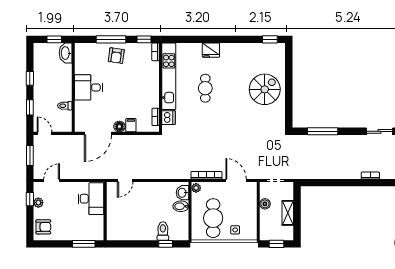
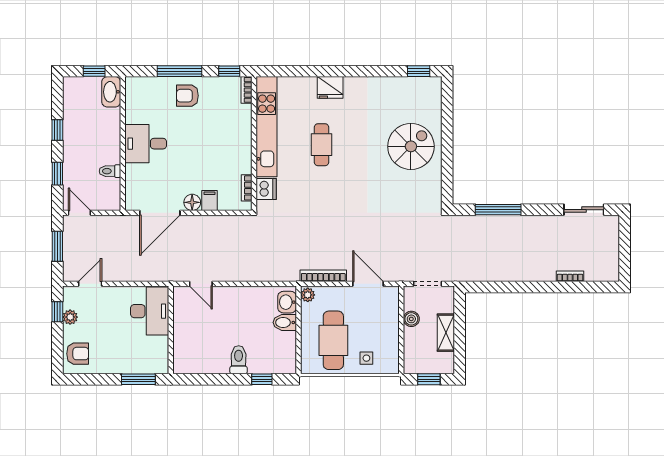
armchair: (116, 56) -> (187, 96), turned 82
door: (125, 181) -> (201, 284), hinge flipped
toilet: (163, 231) -> (239, 360), moved

